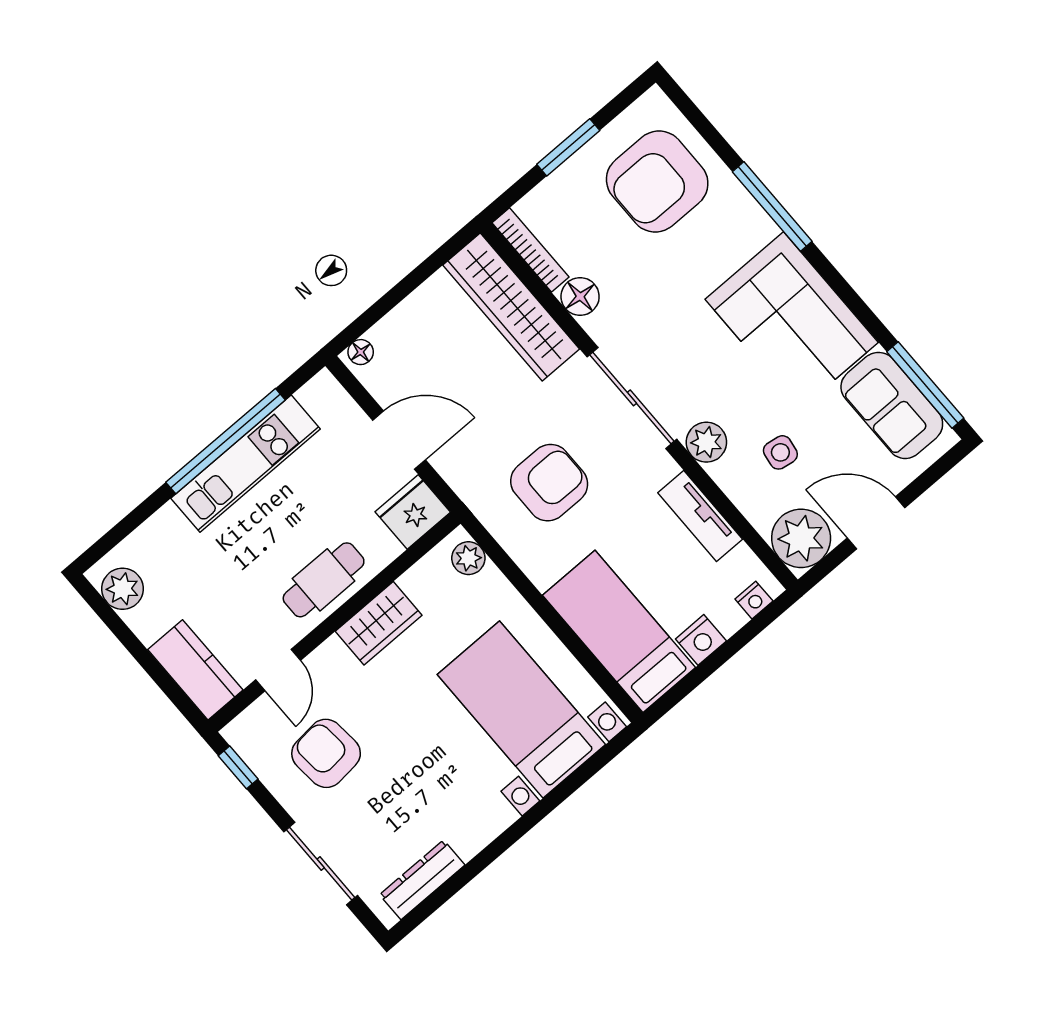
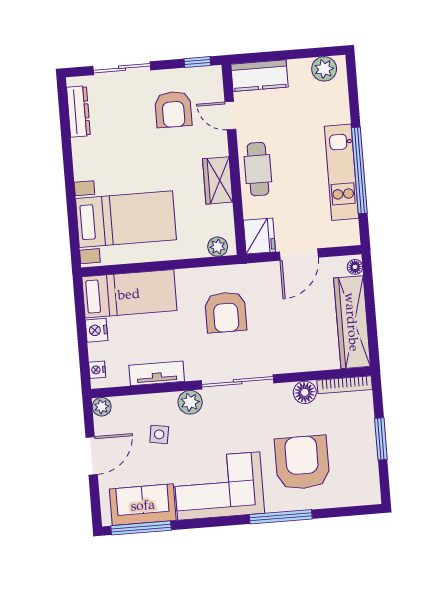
armchair: (657, 181) -> (302, 463), moved
wardrobe: (511, 307) -> (352, 322), moved, turned -90
plant: (801, 538) -> (102, 407), width x0.53, depth x0.53
armchair: (326, 753) -> (173, 109), turned 95

